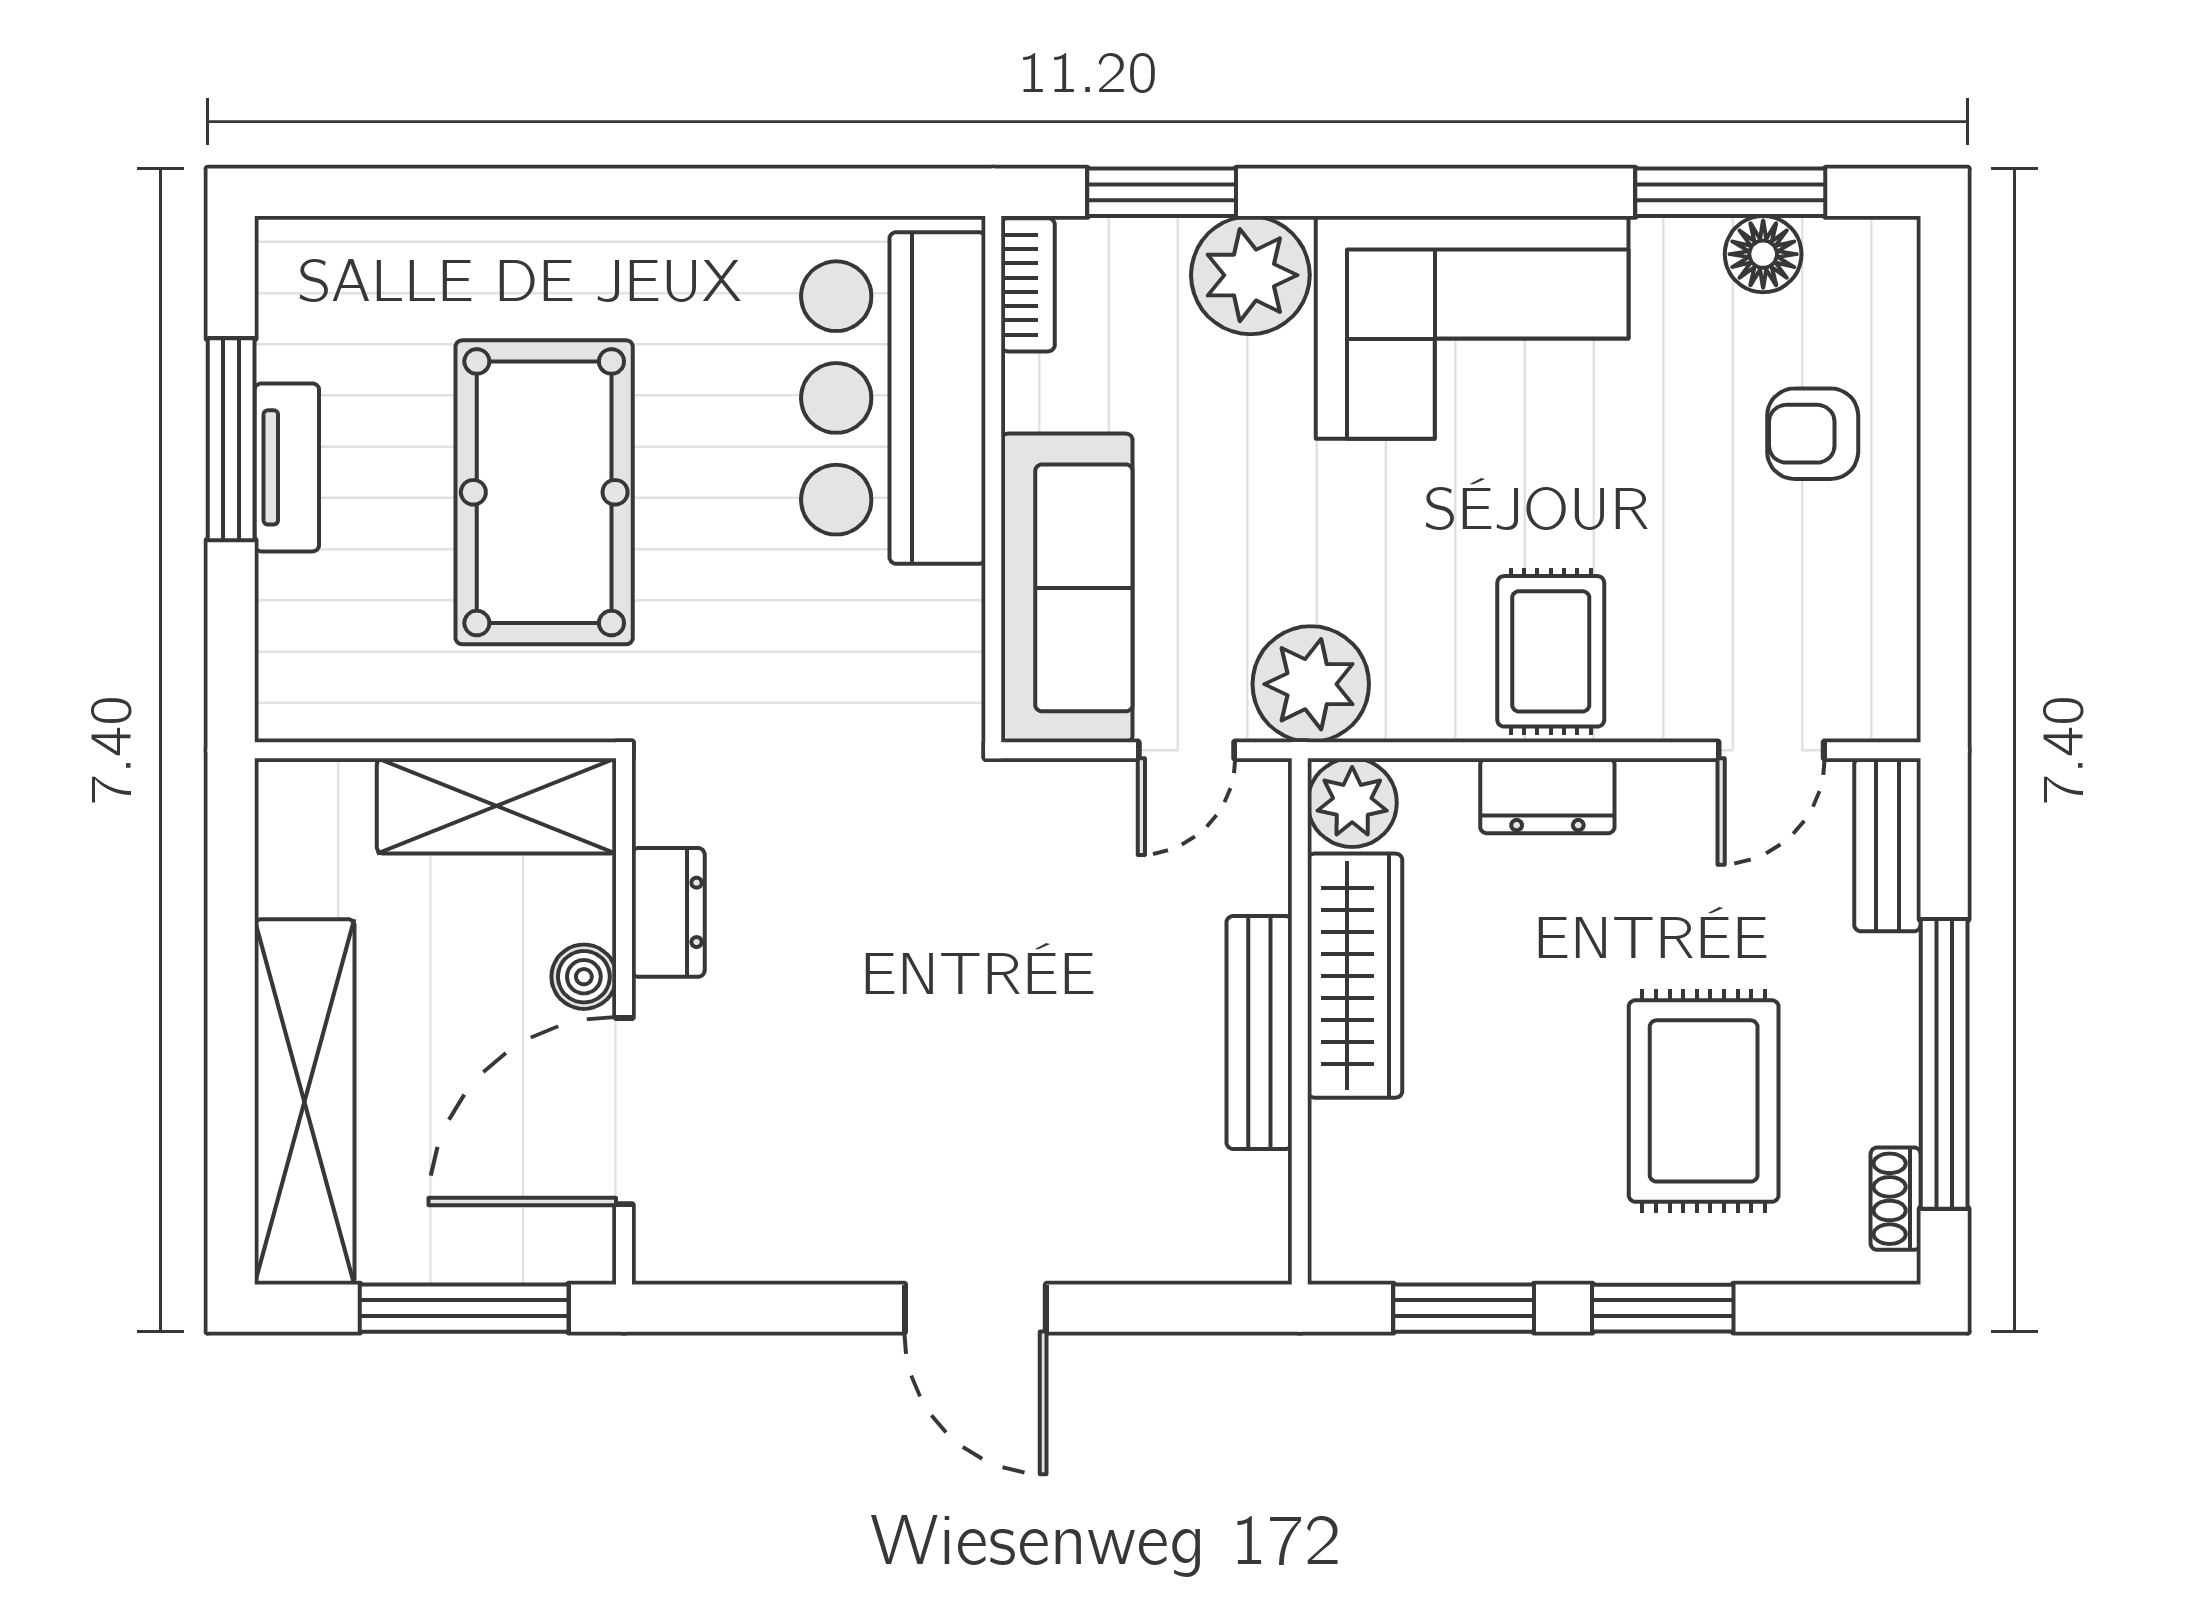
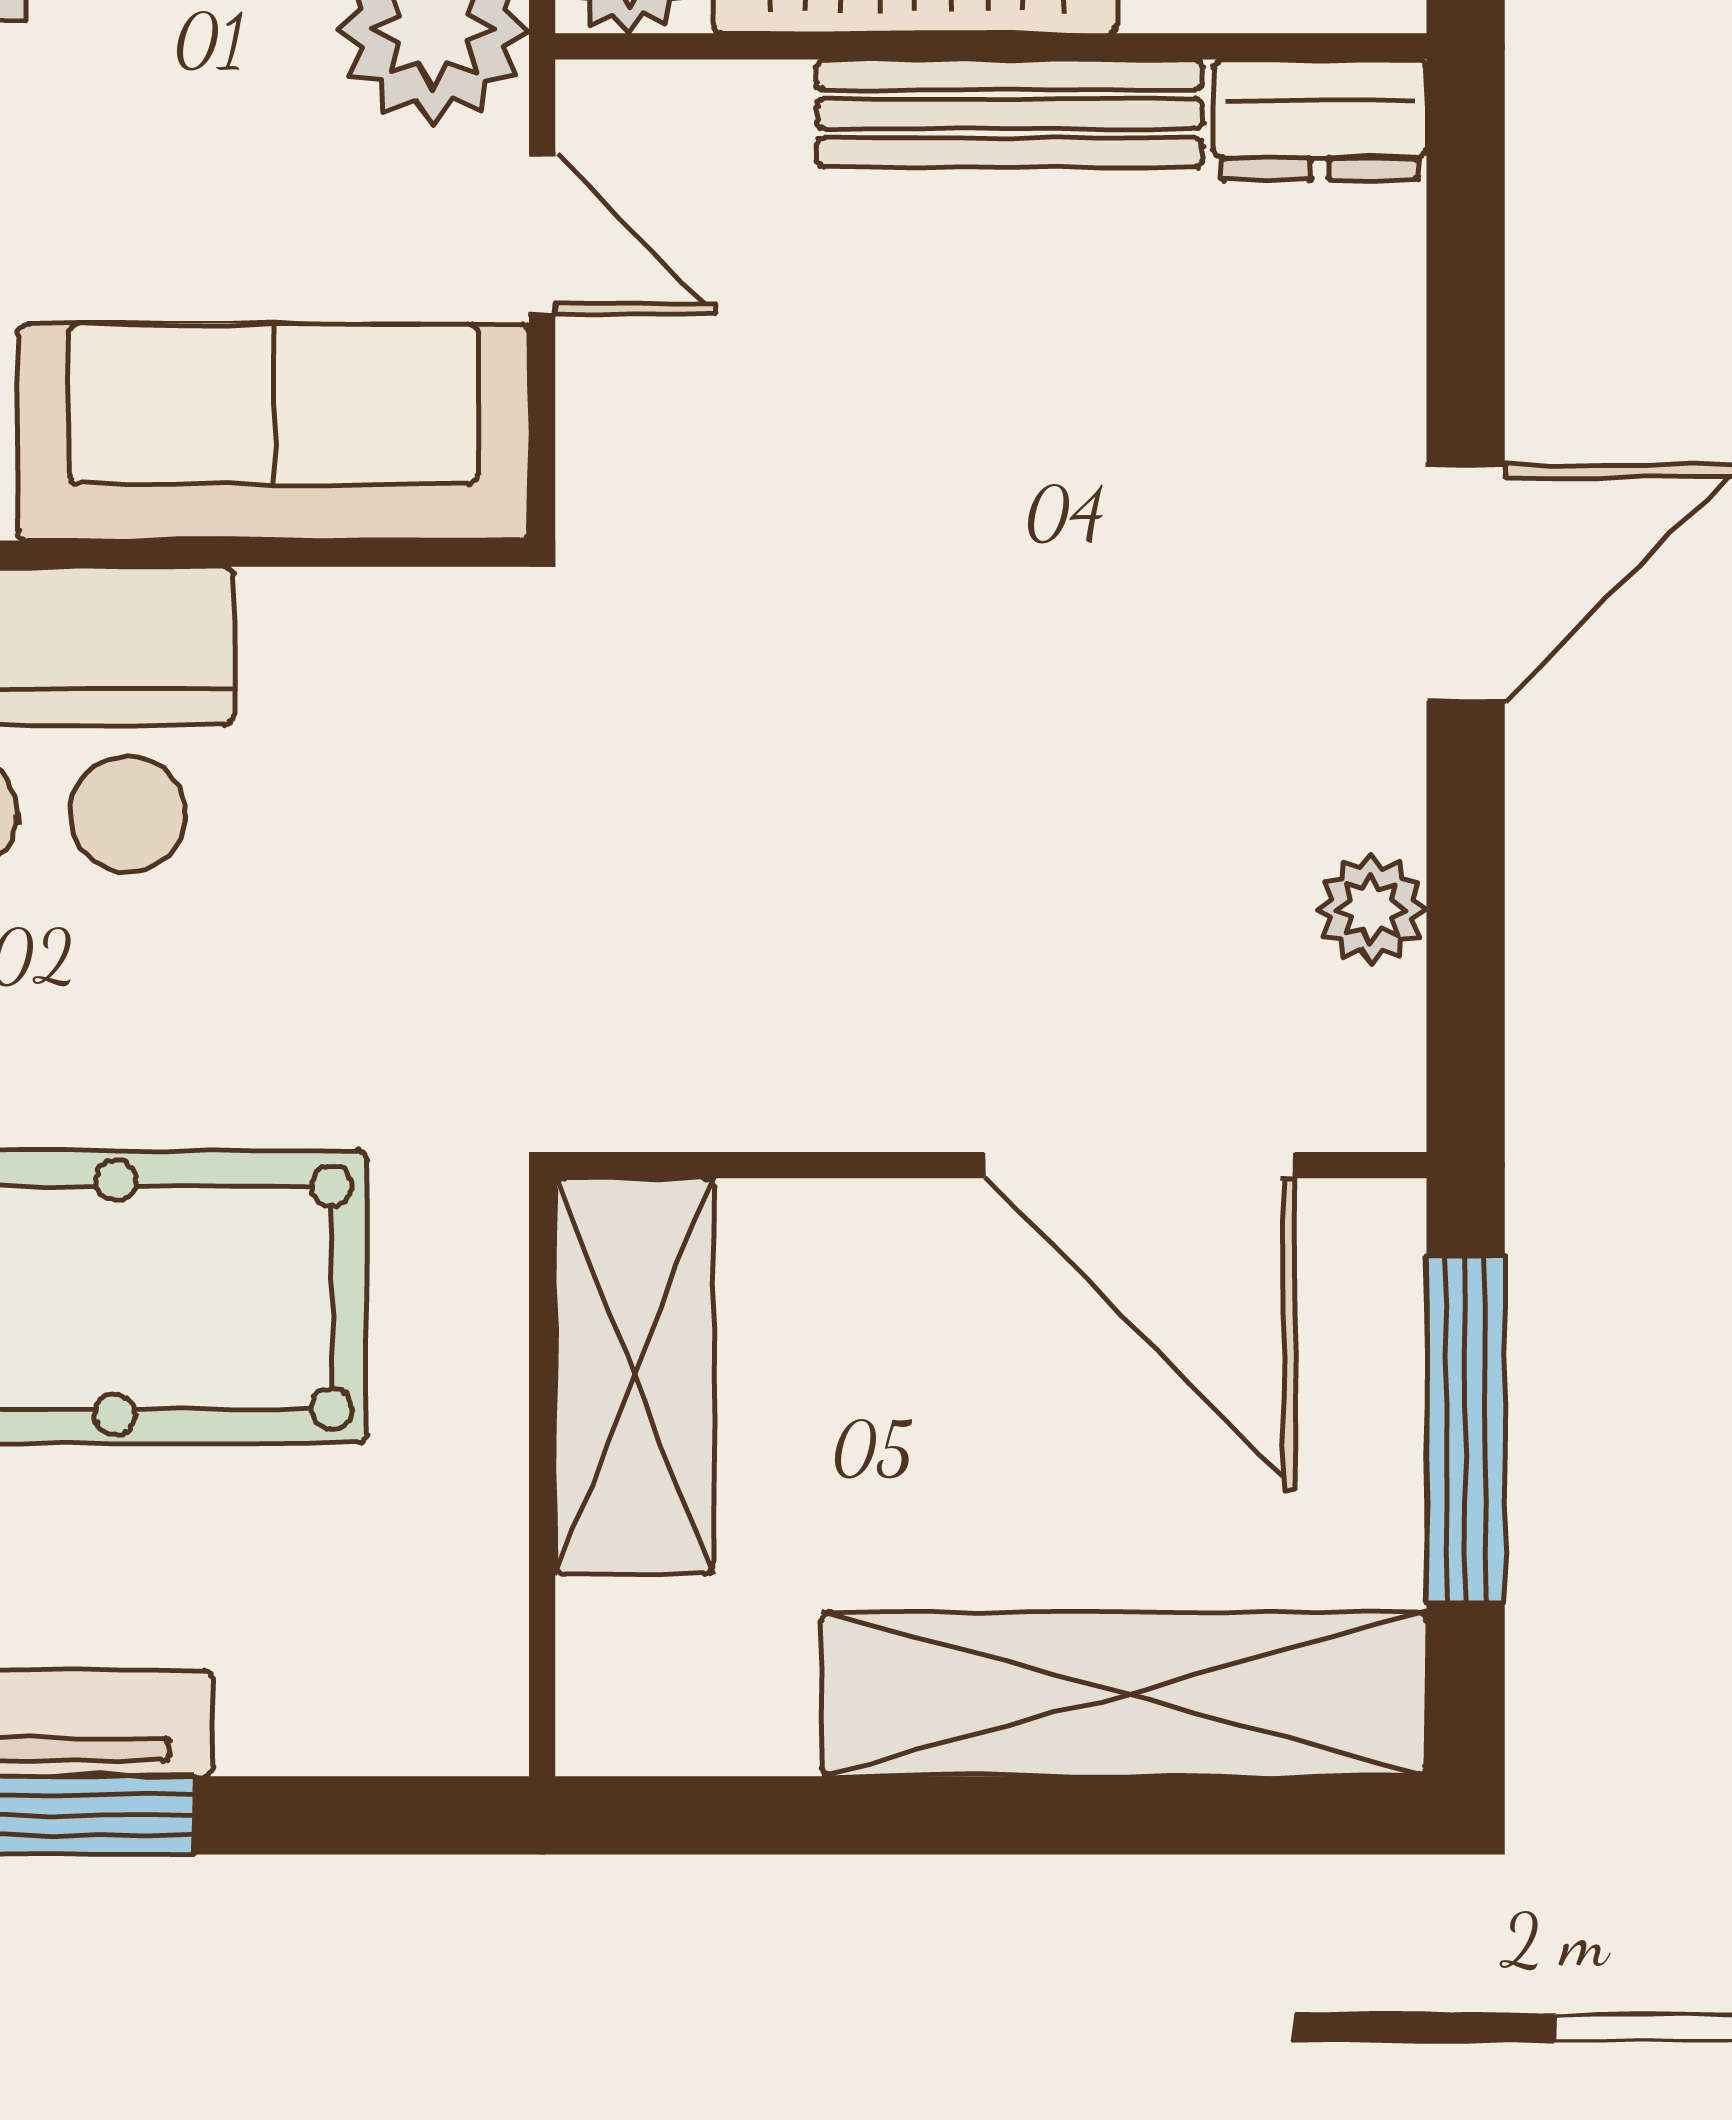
dresser: (668, 912) -> (1320, 120), moved, turned 180
boiler: (584, 977) -> (917, 1232), removed
plant: (779, 1251) -> (1371, 909), added

